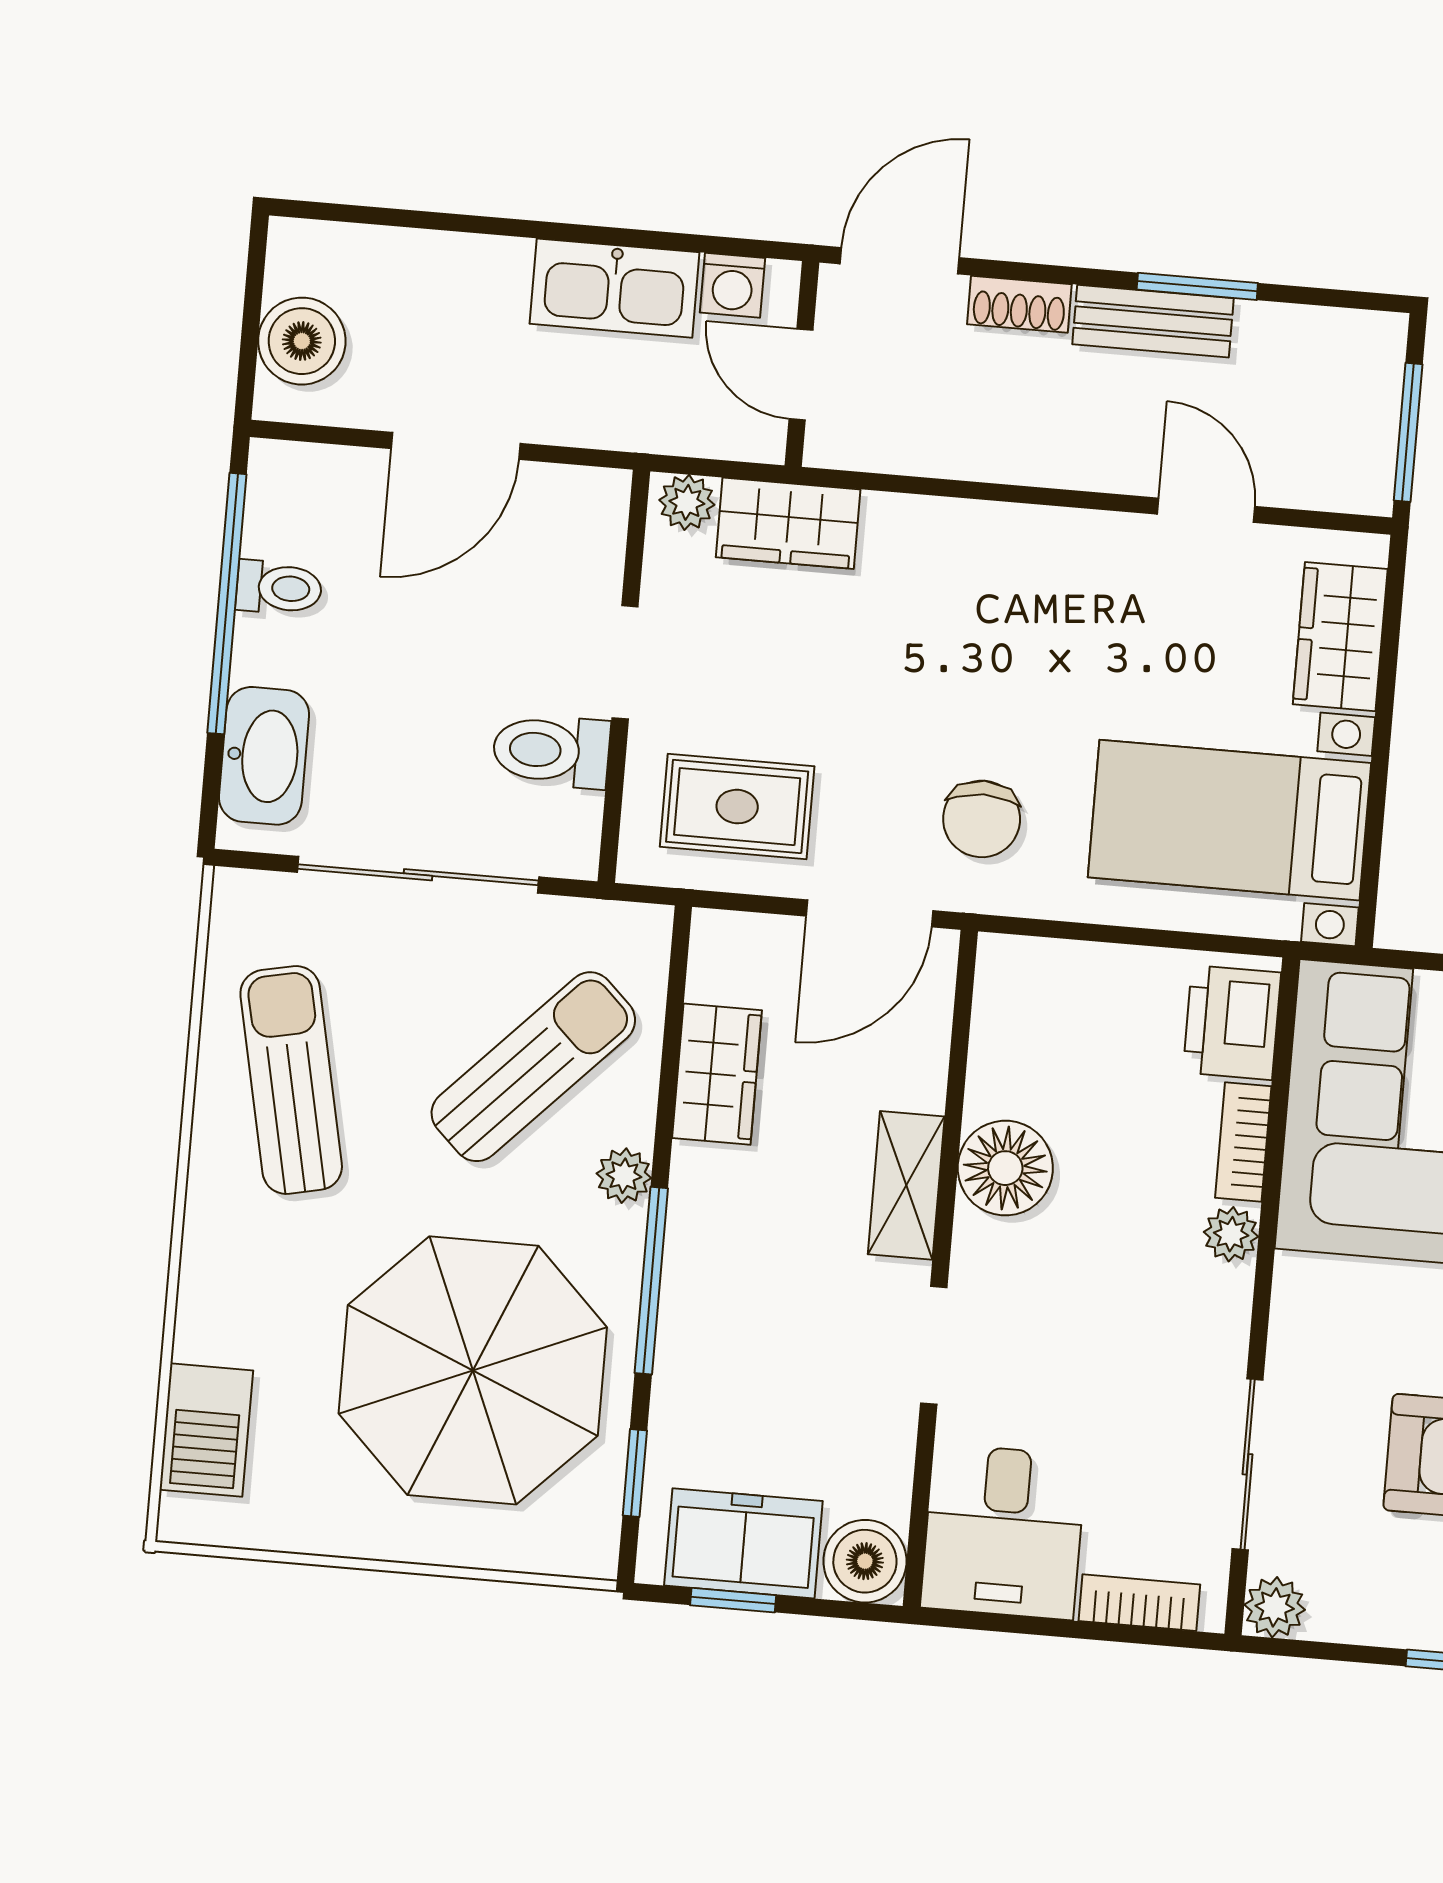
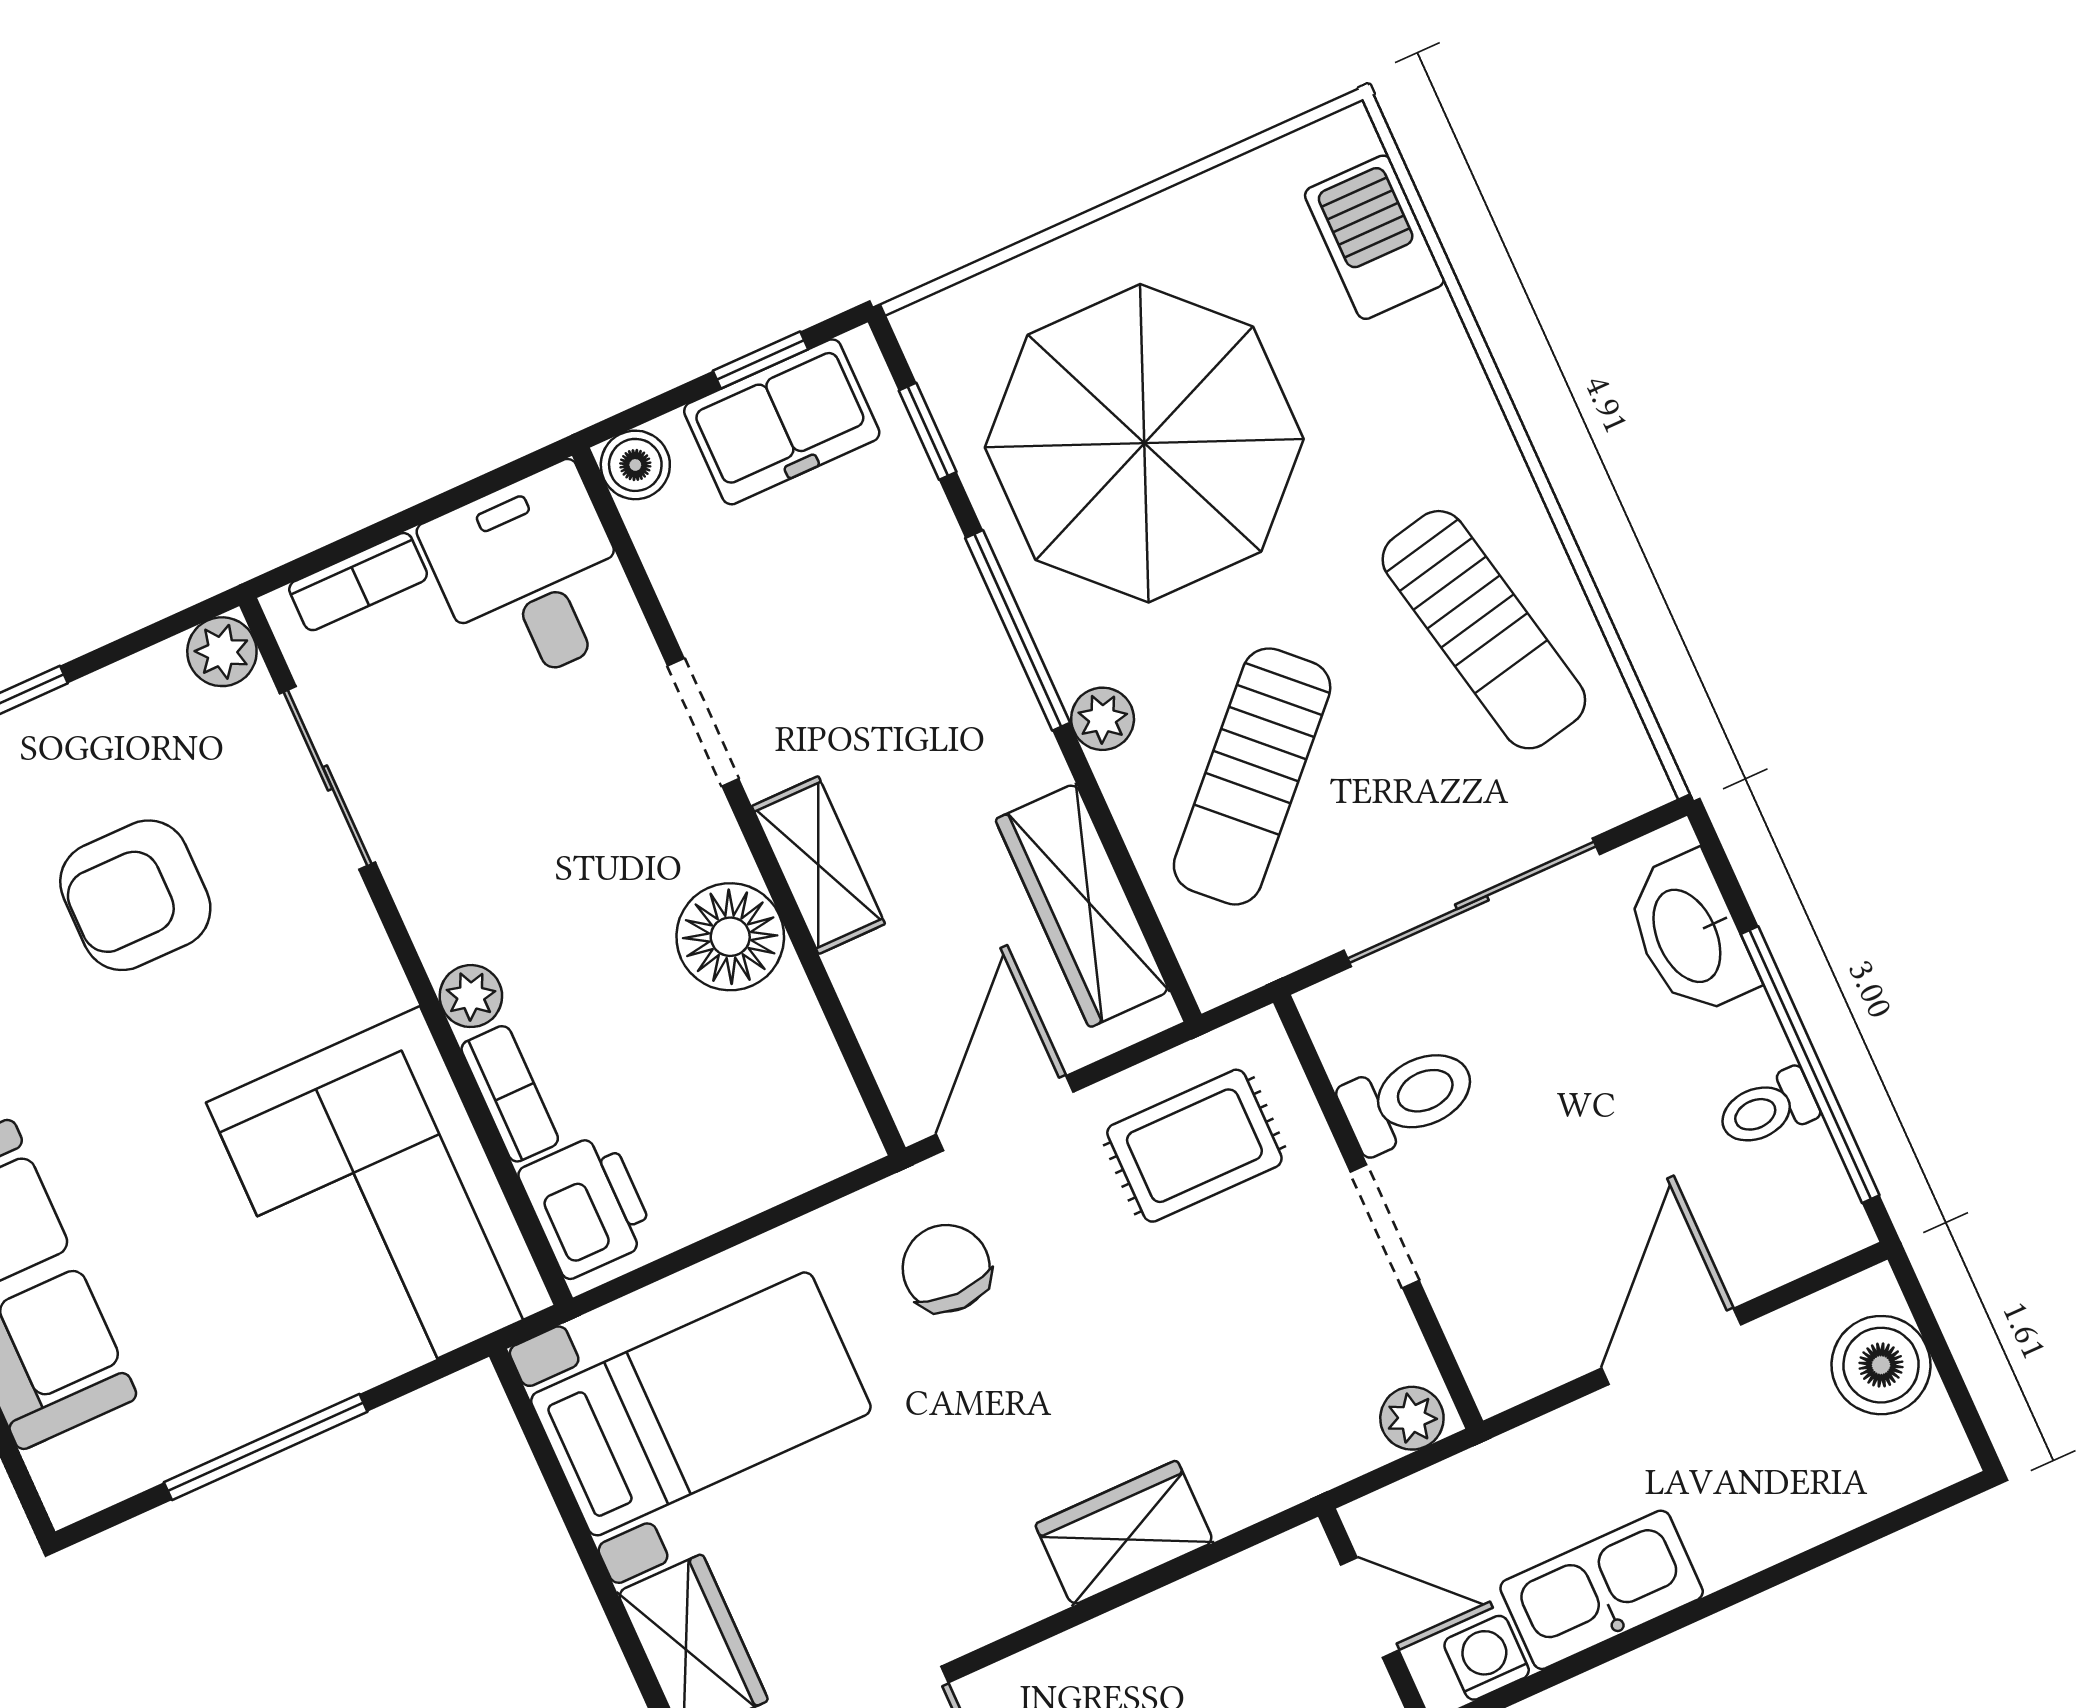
wardrobe: (788, 523) -> (1124, 1533), moved
wardrobe: (717, 1074) -> (1082, 905), width x1.50
boiler: (865, 1561) -> (635, 465), width x0.73, depth x0.73

